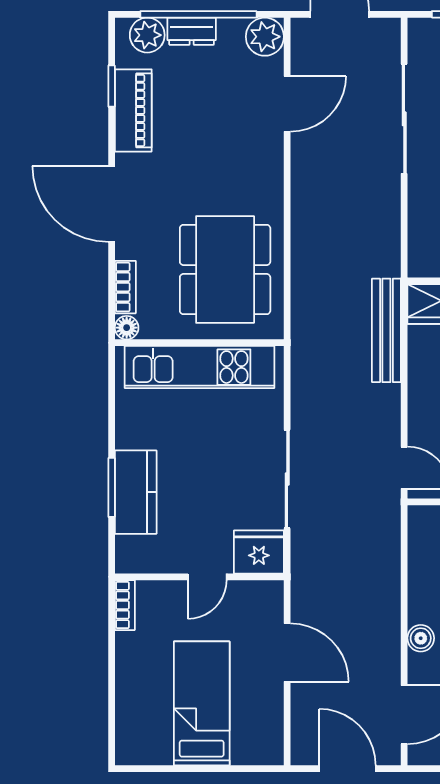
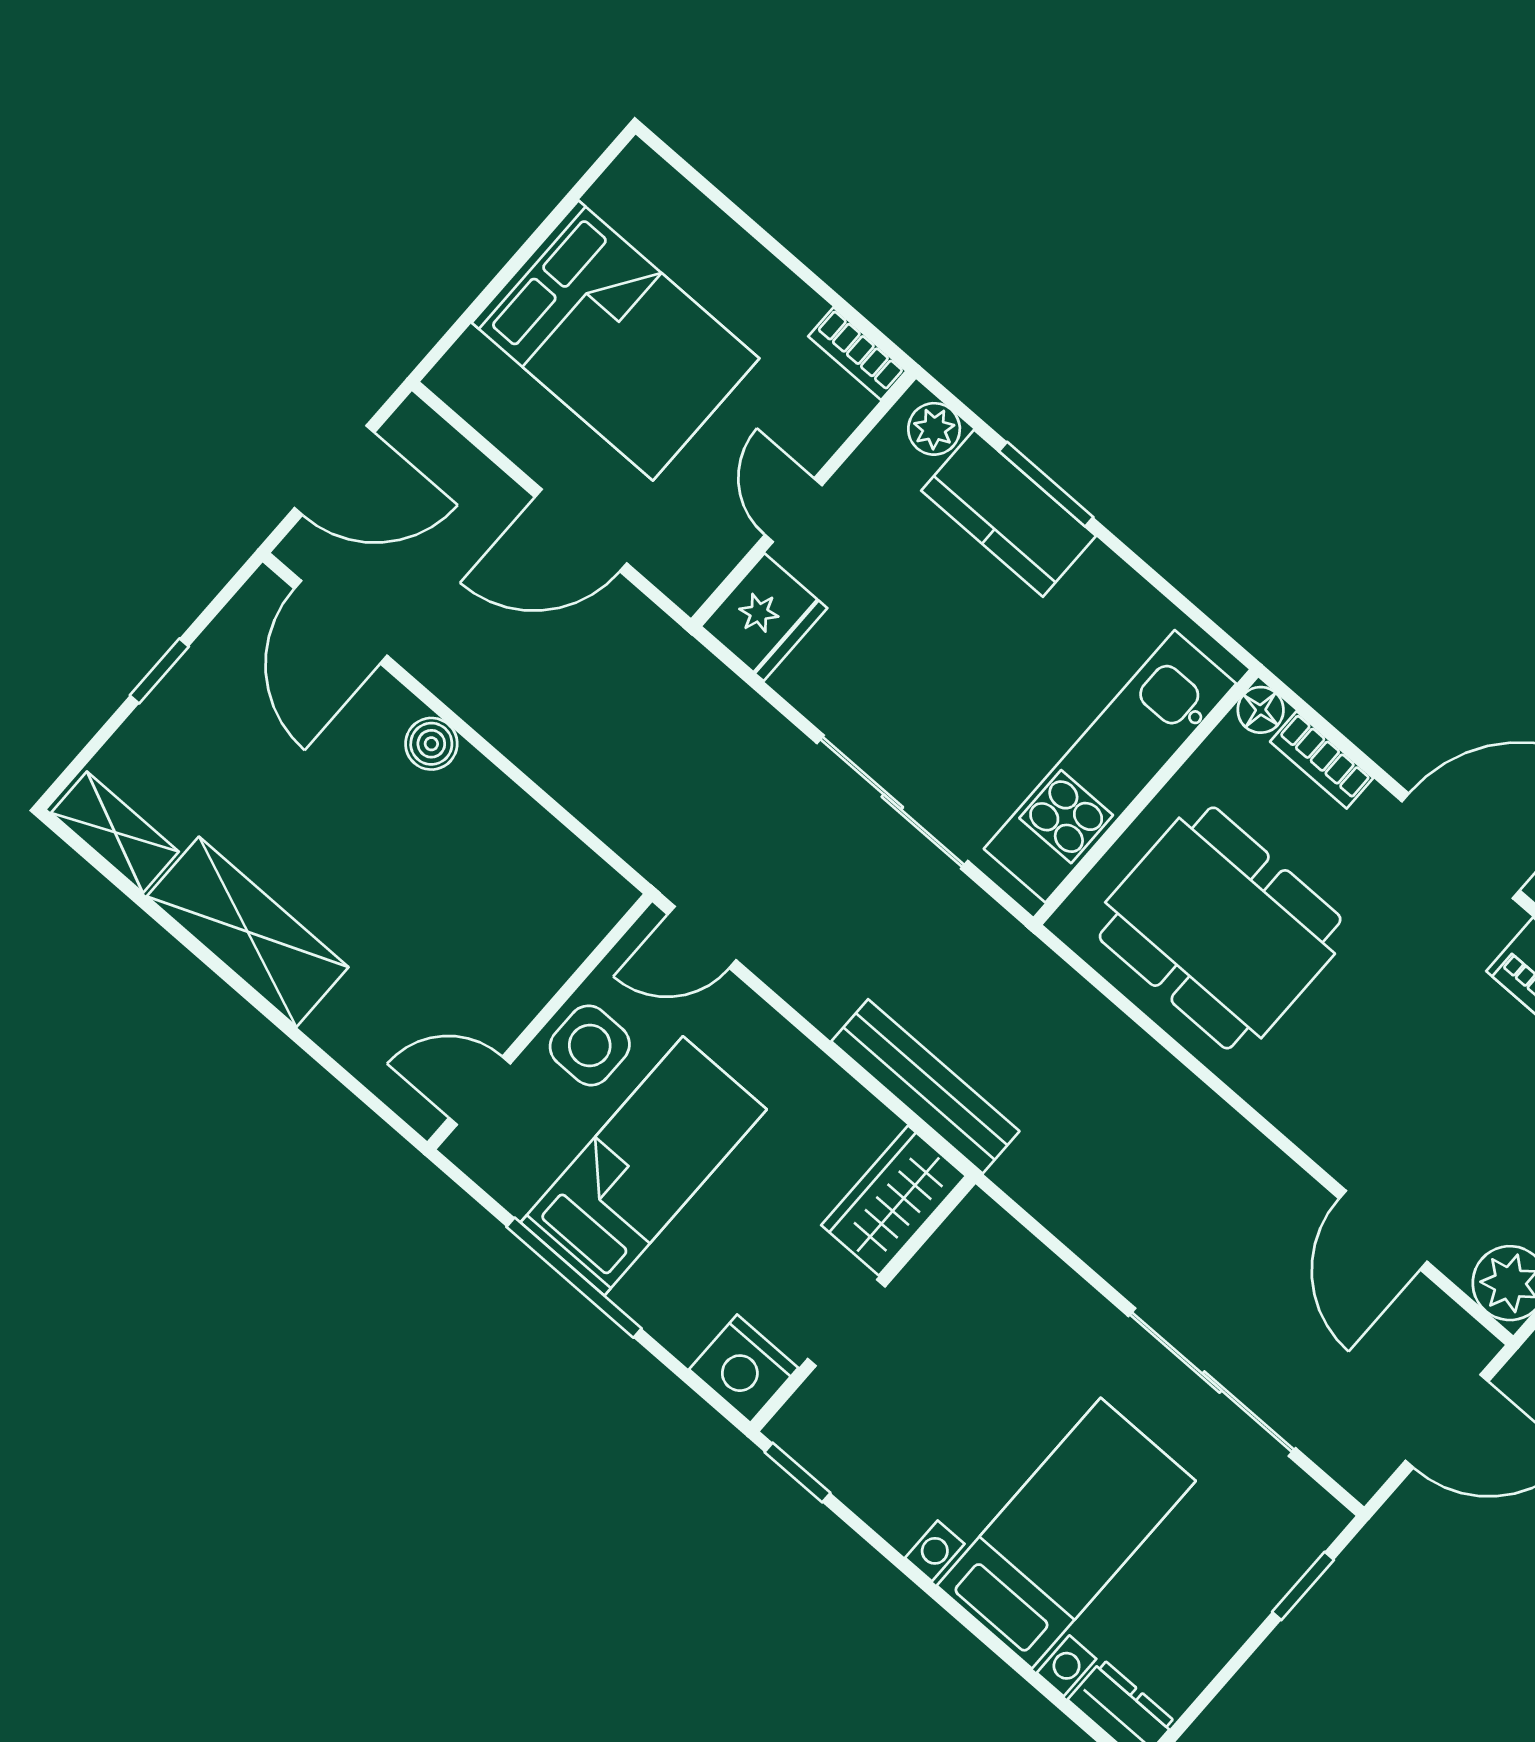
sliding door: (287, 479) -> (892, 802), moved
plant: (128, 550) -> (934, 429), added
bed: (202, 703) -> (616, 340), width x1.50

